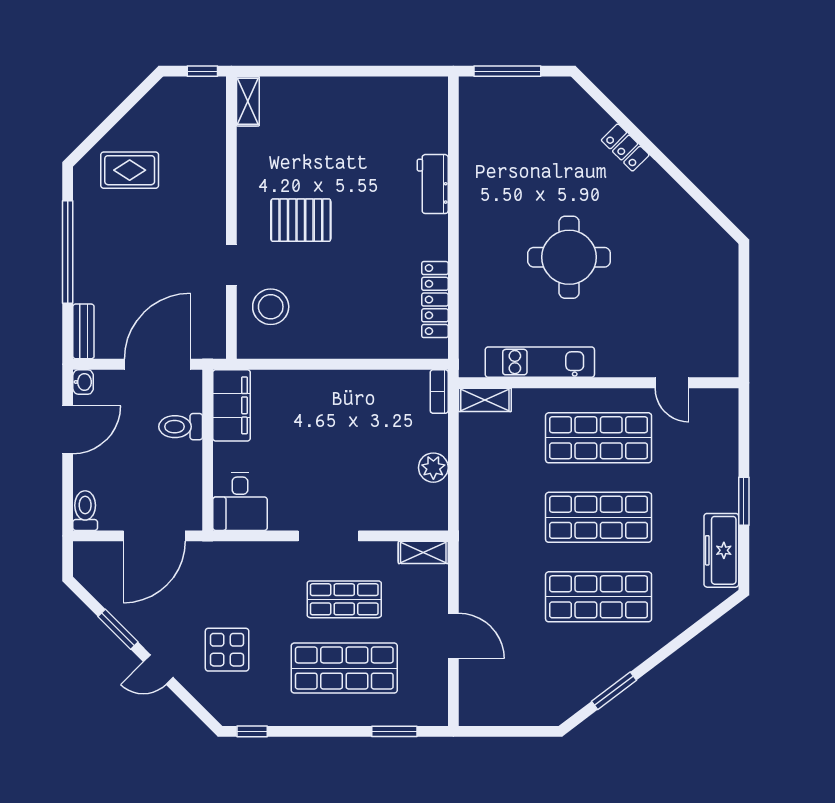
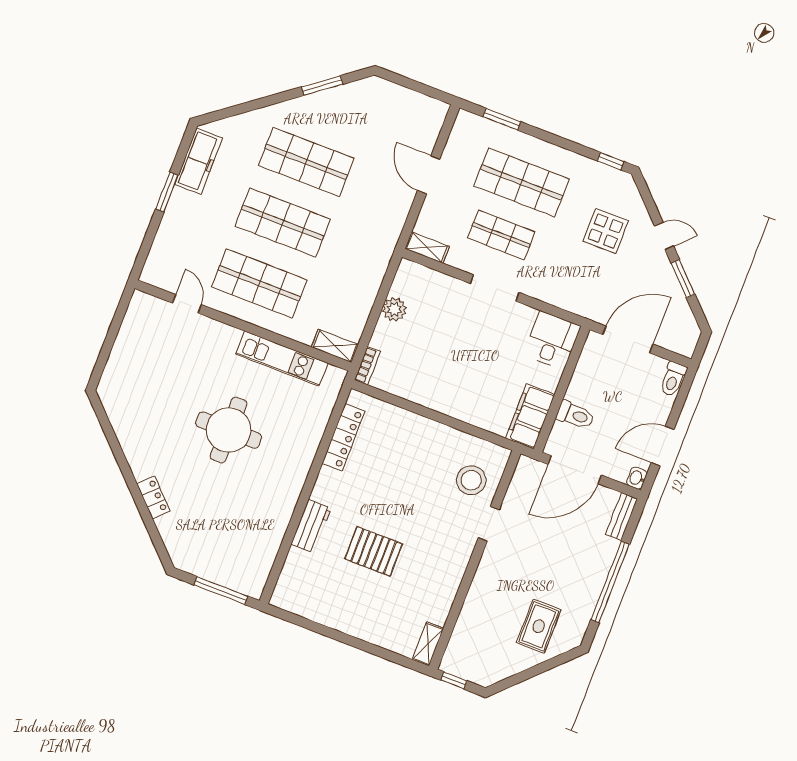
rug: (130, 170) -> (539, 626), turned 90
pallet: (301, 220) -> (374, 551), moved

